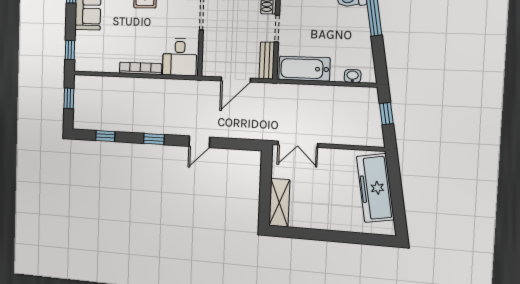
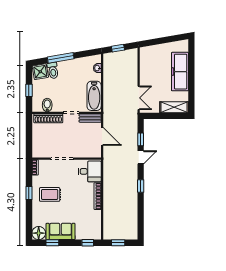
window: (105, 136) -> (141, 139), moved
door: (199, 142) -> (141, 157), hinge flipped
freezer: (375, 188) -> (180, 72), moved, turned 100

